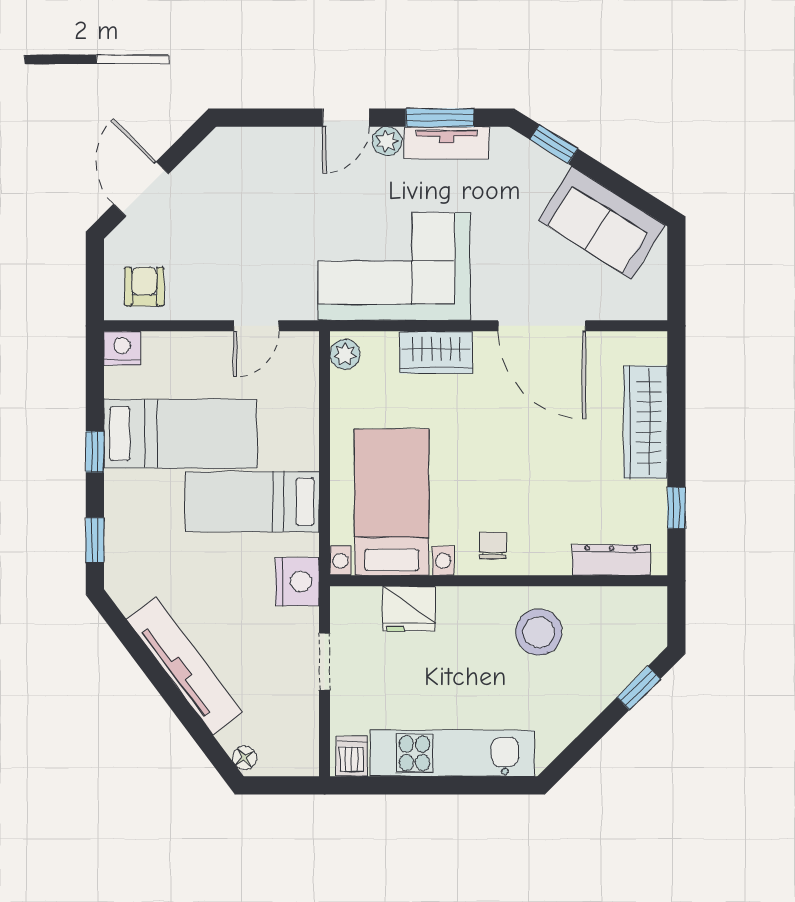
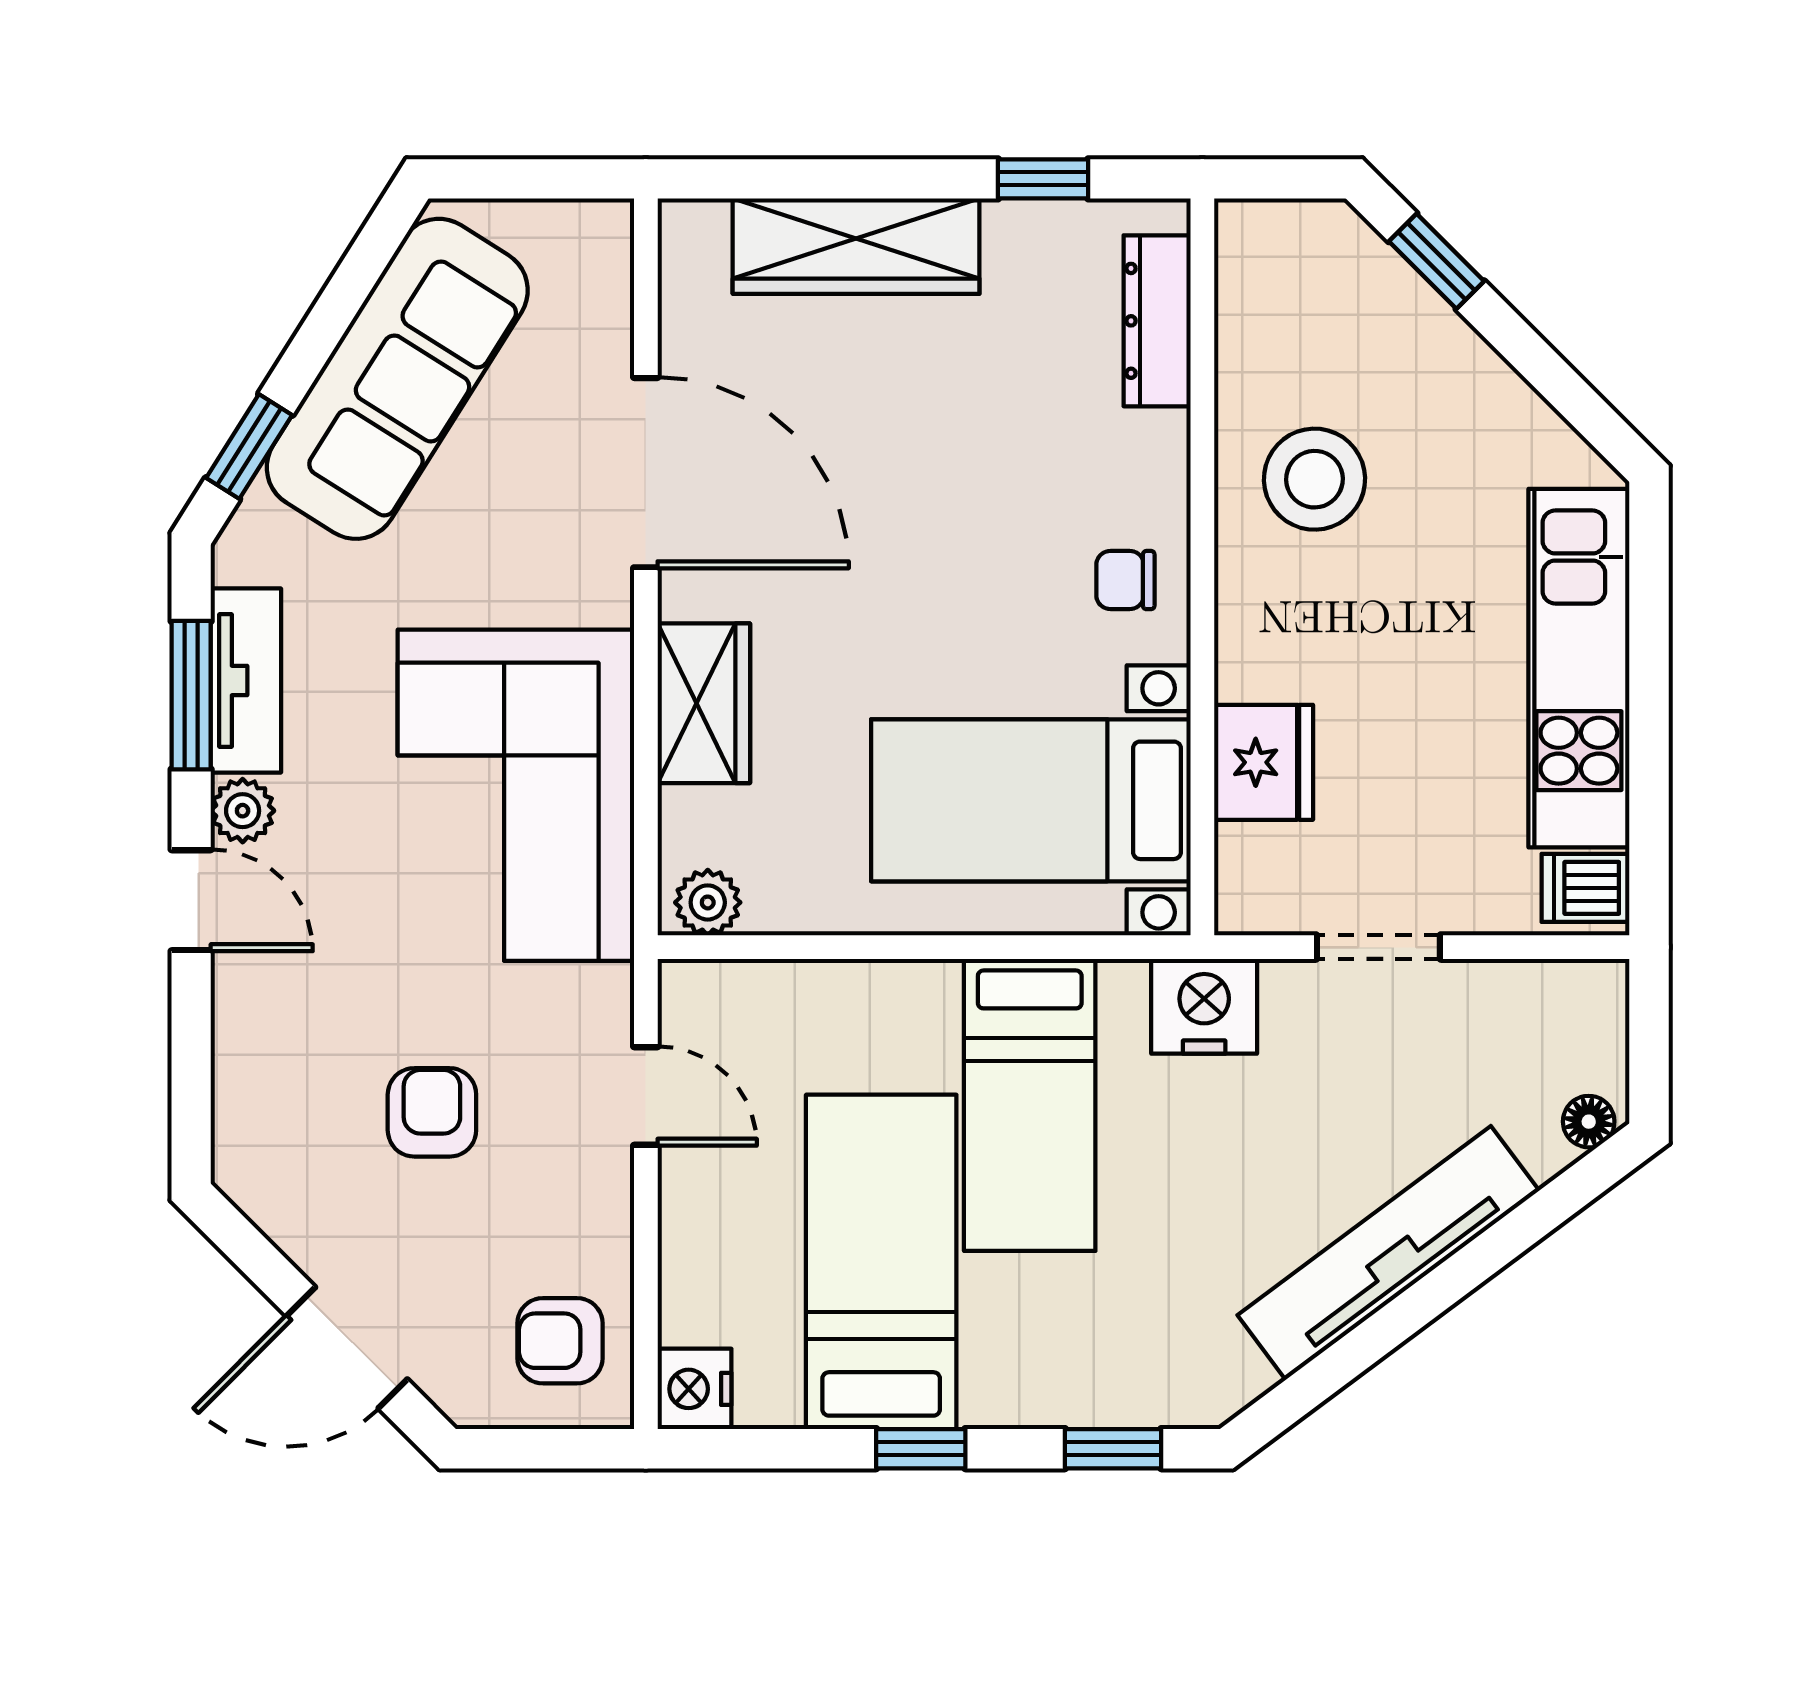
sofa: (602, 223) -> (397, 379), width x1.36
armchair: (249, 228) -> (432, 1112), added
door: (542, 326) -> (646, 473), hinge flipped

